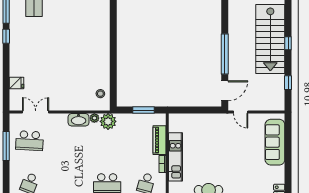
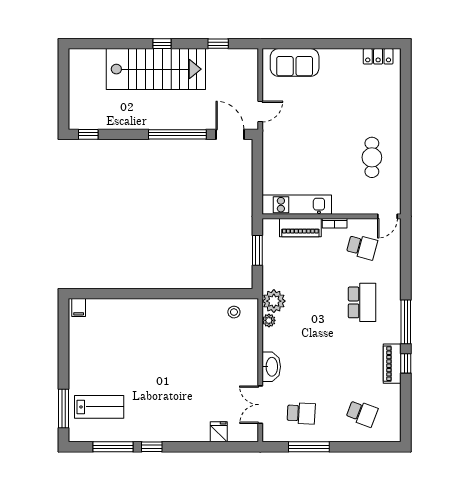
washbasin: (79, 120) -> (271, 367), moved
school desk: (30, 141) -> (301, 413), width x0.54
sofa: (275, 142) -> (295, 62), width x0.73
kitchen unit: (175, 157) -> (297, 205), moved

